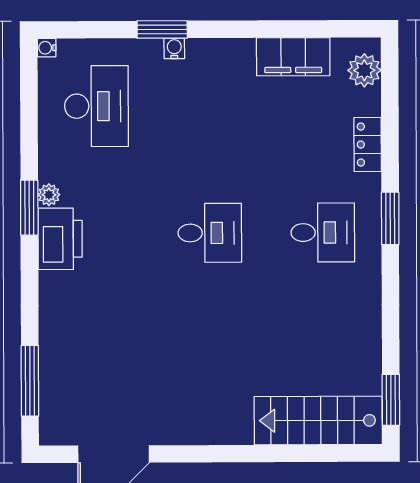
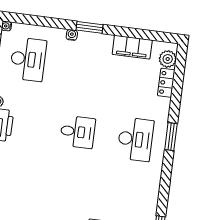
window: (162, 29) -> (90, 27), moved
locker: (368, 144) -> (166, 83), moved
desk: (323, 233) -> (135, 139), width x1.37

